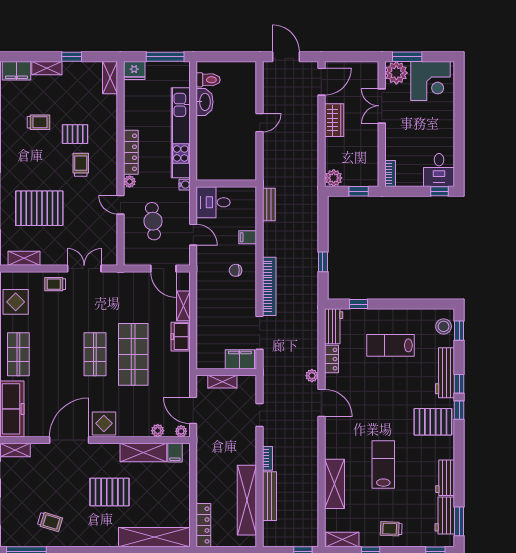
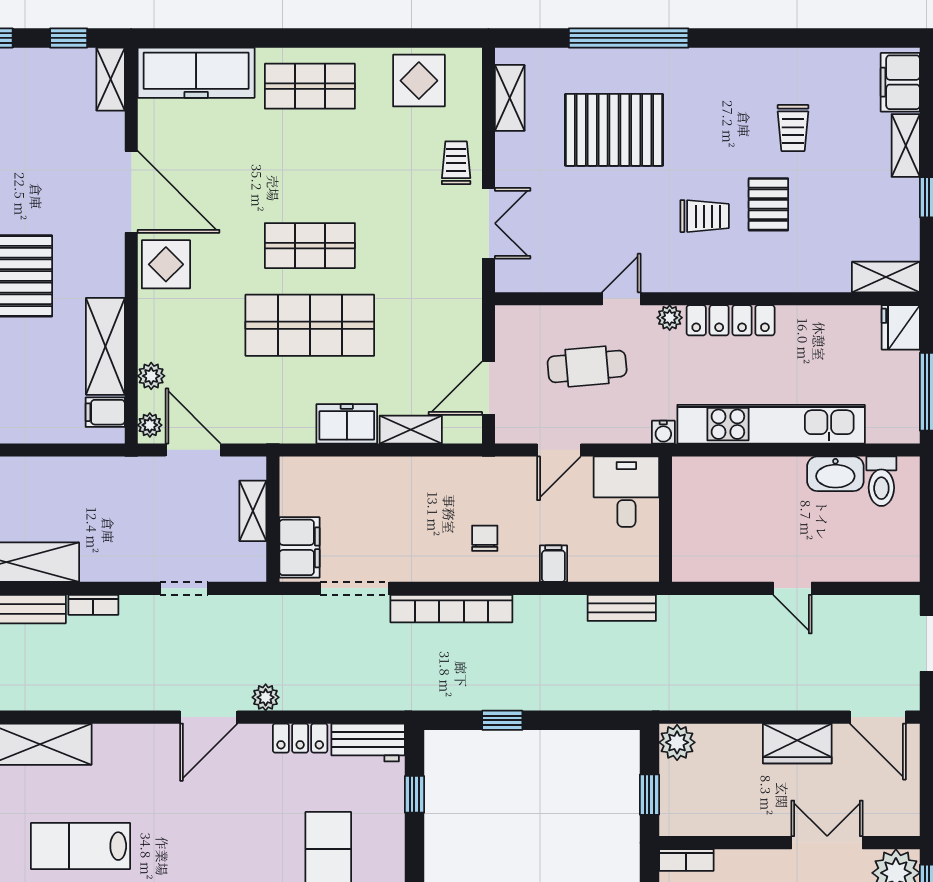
pallet: (39, 208) -> (614, 130), turned 90
door: (193, 410) -> (193, 450), hinge flipped
lab bench: (383, 464) -> (81, 846), turned 180

